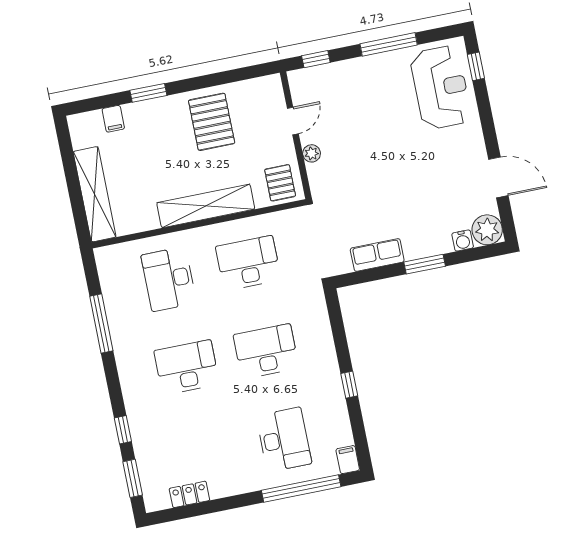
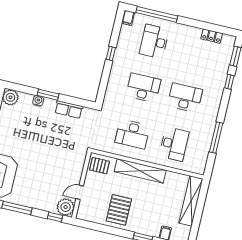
plant: (312, 153) -> (66, 207), moved, width x1.87, depth x1.87
pallet: (280, 183) -> (99, 166), turned 90
water cooler: (463, 241) -> (38, 101), moved
desk: (266, 351) -> (143, 88), turned 180
desk: (187, 367) -> (185, 98), turned 180

